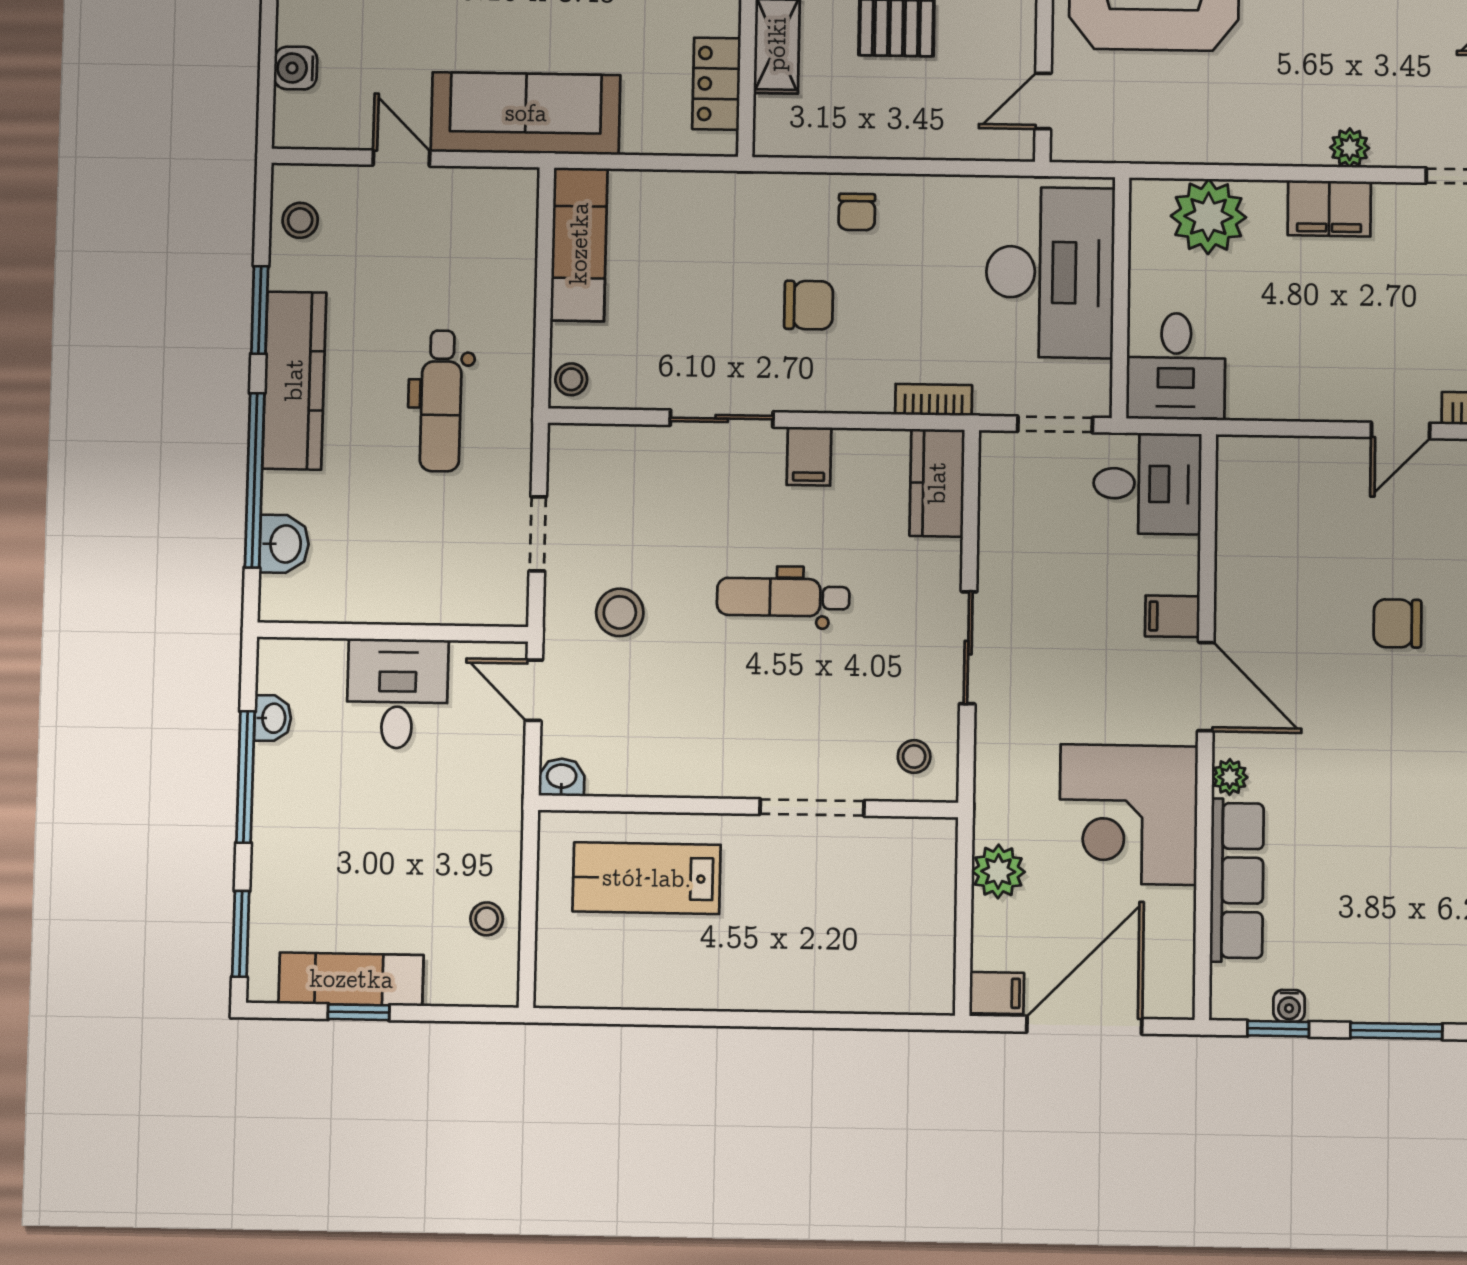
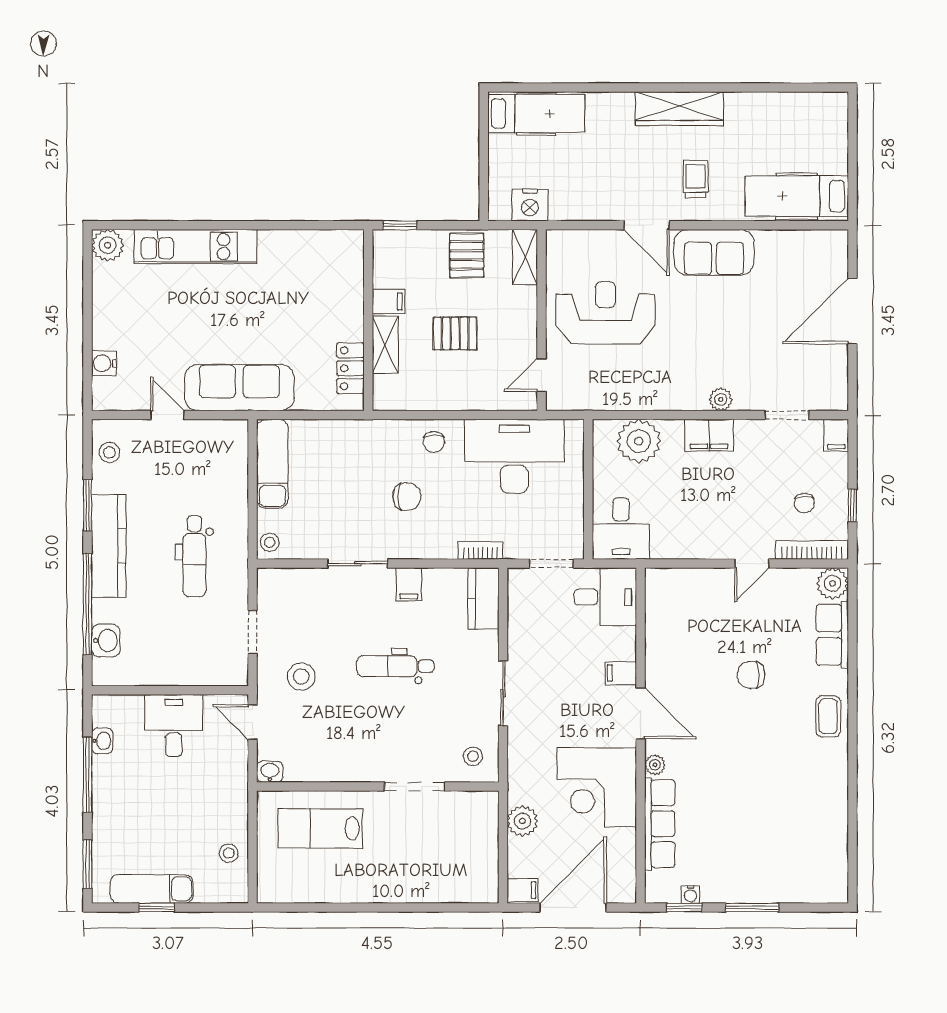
desk: (1050, 272) -> (514, 456), moved, turned -90

